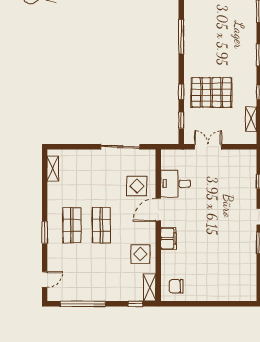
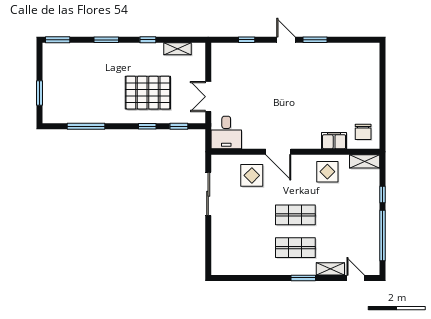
pallet: (211, 92) -> (148, 93), turned 90
shelving: (53, 169) -> (330, 269), moved
desk: (176, 184) -> (226, 133), moved
filing cabinet: (168, 238) -> (334, 141), moved
window: (135, 304) -> (383, 194), moved

